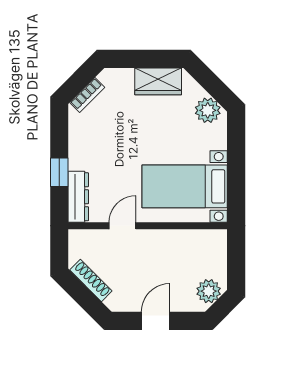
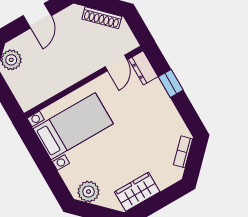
dresser: (78, 197) -> (143, 68), width x0.70
door: (123, 226) -> (116, 63), moved

